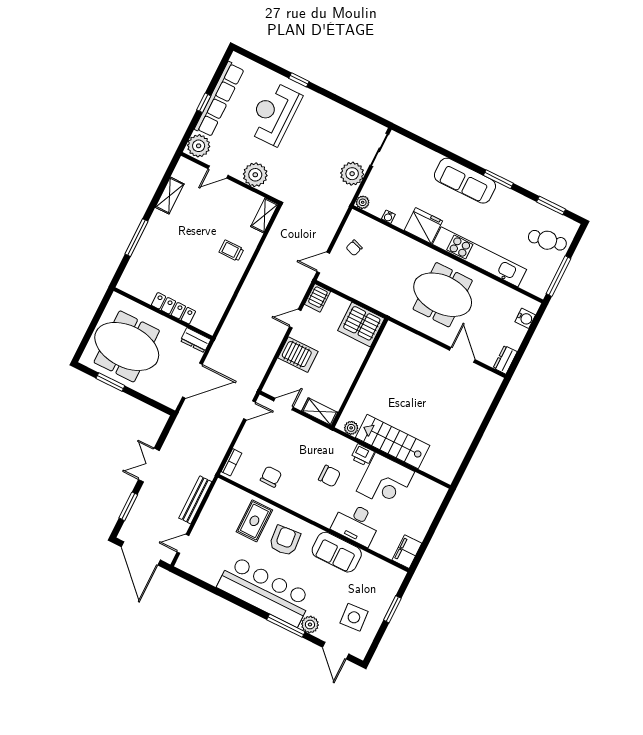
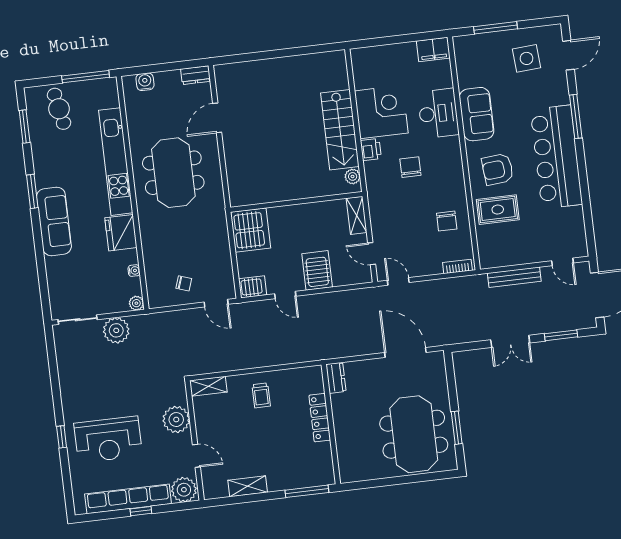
locker: (173, 308) -> (320, 418), moved
wall: (163, 313) -> (331, 424), moved
dresser: (195, 340) -> (336, 378), moved
chair: (271, 477) -> (447, 221), turned -90
window: (392, 609) -> (496, 28), width x1.44
plant: (310, 625) -> (560, 95), removed

